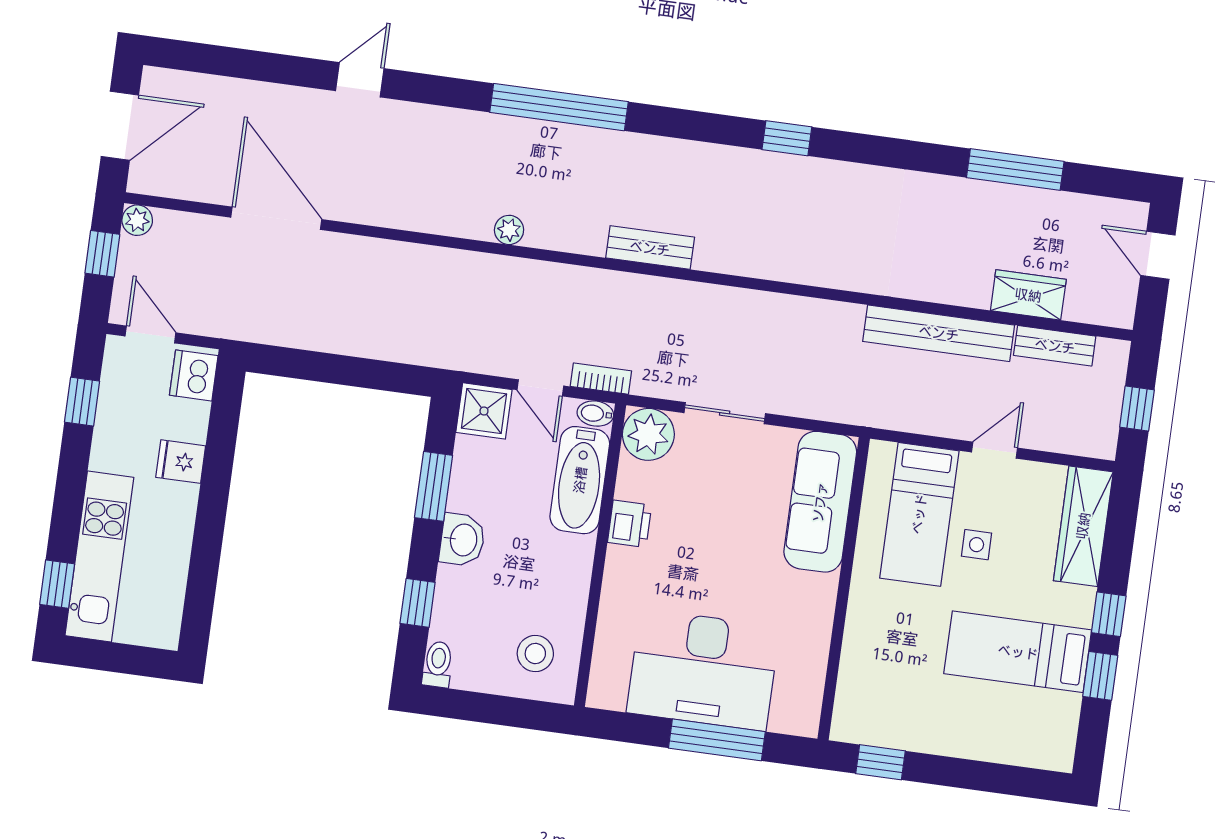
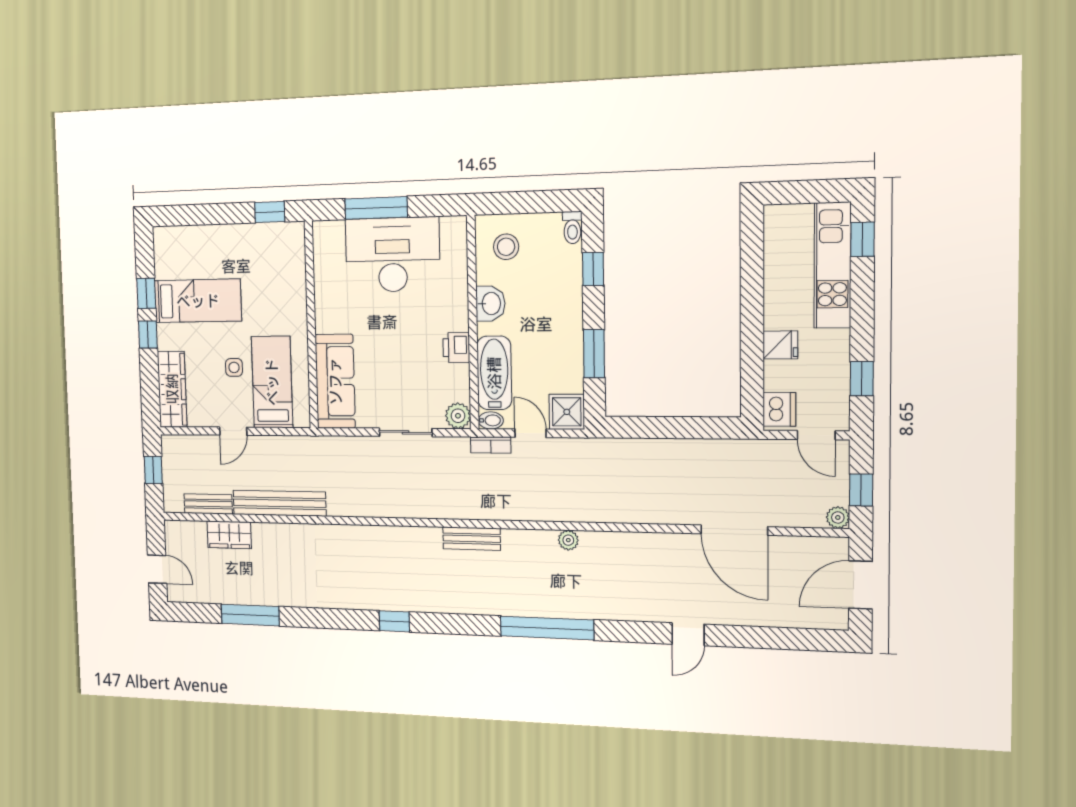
plant: (648, 434) -> (458, 416), width x0.73, depth x0.73
washbasin: (462, 540) -> (490, 304), moved, turned 180

